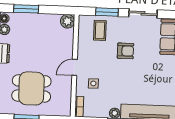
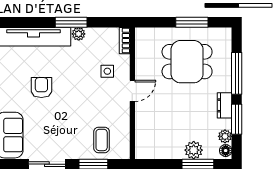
plant: (67, 21) -> (194, 150), moved
armchair: (126, 51) -> (41, 88), moved, turned 90

